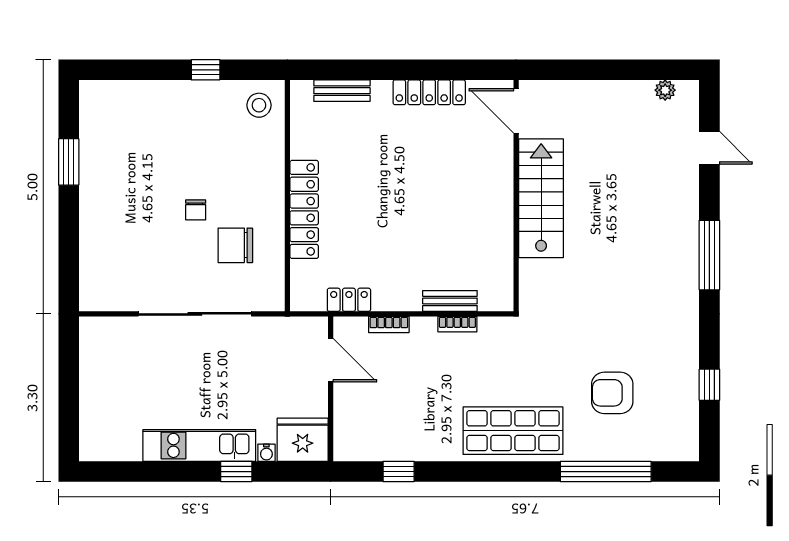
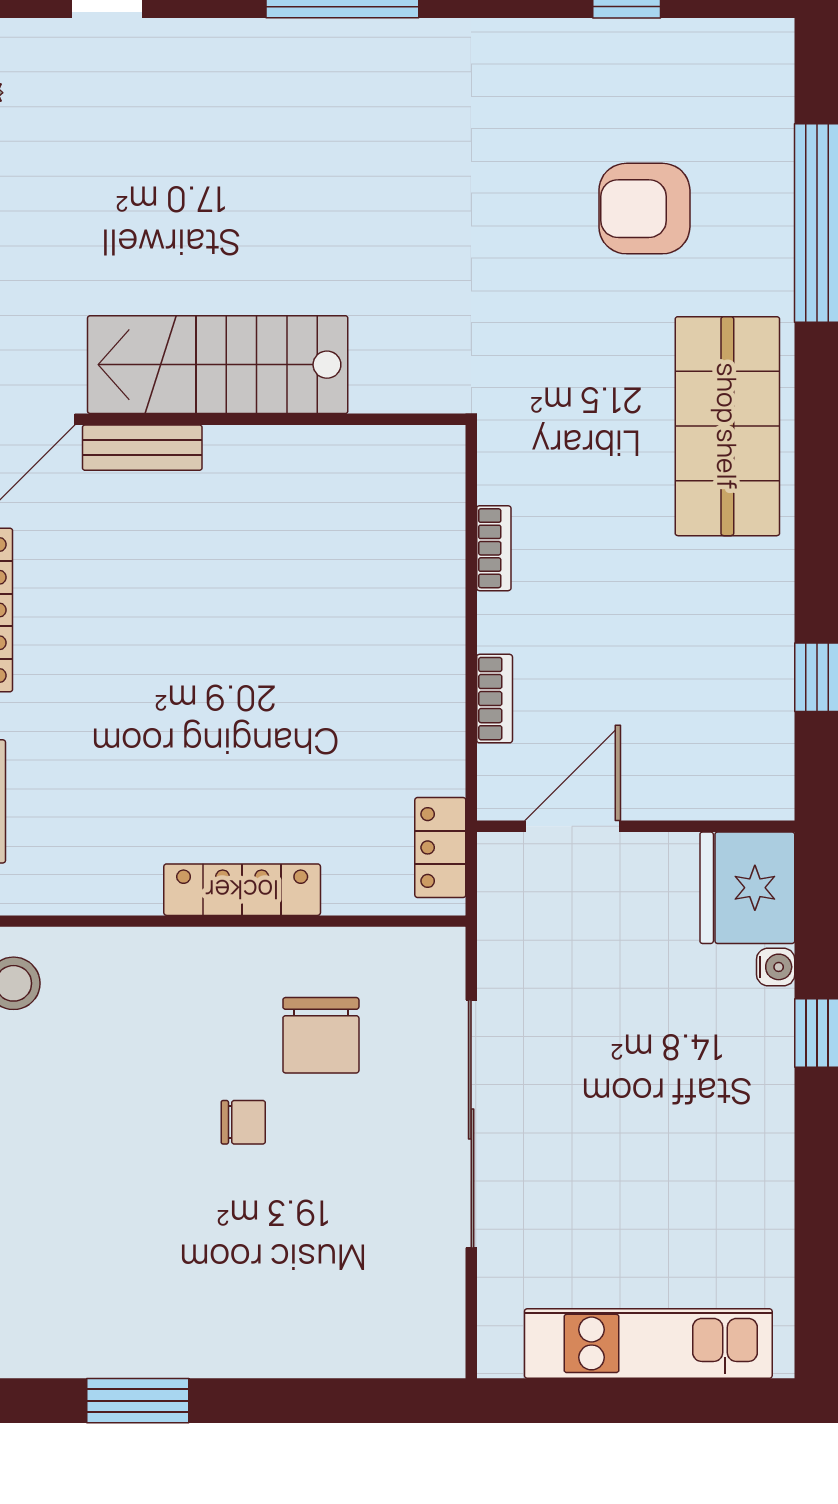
locker: (304, 209) -> (242, 890), width x0.71, depth x0.83
locker: (349, 300) -> (440, 847), moved
bench: (450, 301) -> (142, 448), moved, turned 90
armchair: (612, 393) -> (644, 209), turned 90
kitchen unit: (199, 445) -> (648, 1343), moved, turned 90

